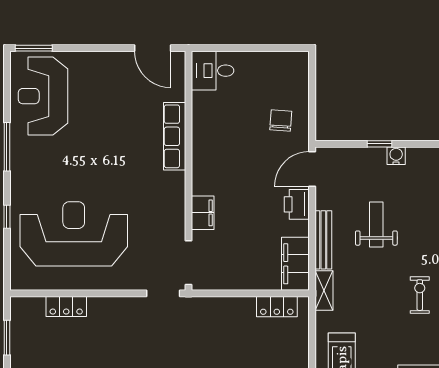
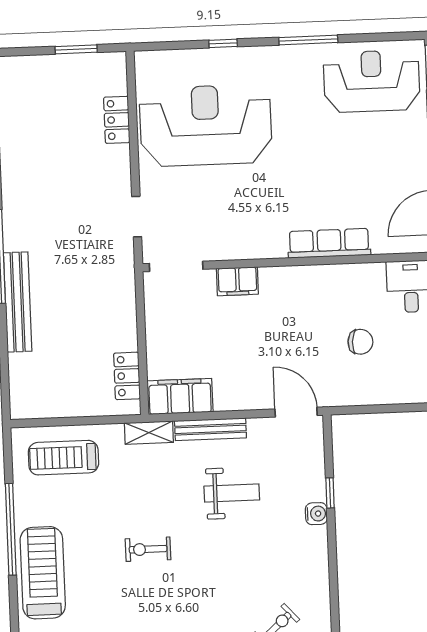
chair: (281, 120) -> (360, 342), moved
printer: (297, 204) -> (252, 395), removed
reception desk: (74, 234) -> (206, 125), turned -90
doorway: (163, 293) -> (137, 217), moved
exercise bike: (420, 295) -> (148, 549), turned 180

